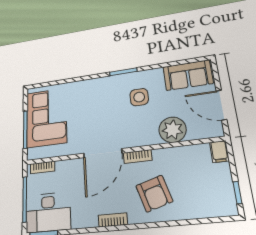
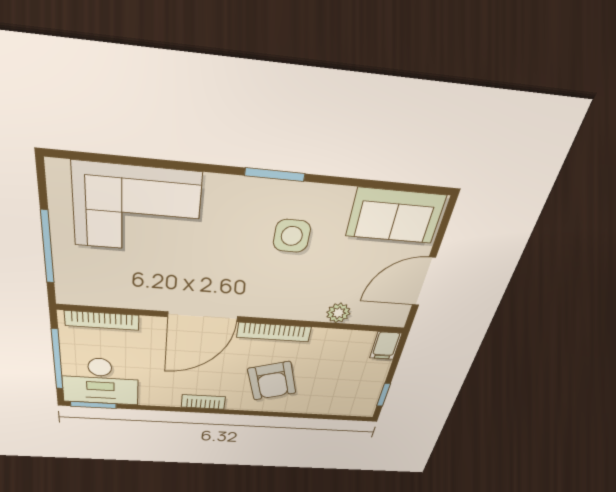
door: (221, 105) -> (424, 282), hinge flipped
corner sofa: (46, 118) -> (137, 209), moved, turned 90
plant: (172, 130) -> (338, 313), width x0.53, depth x0.53
bookcase: (138, 156) -> (274, 332), width x1.56
bookcase: (43, 167) -> (102, 320), width x1.56

